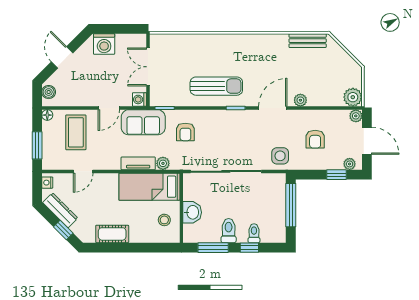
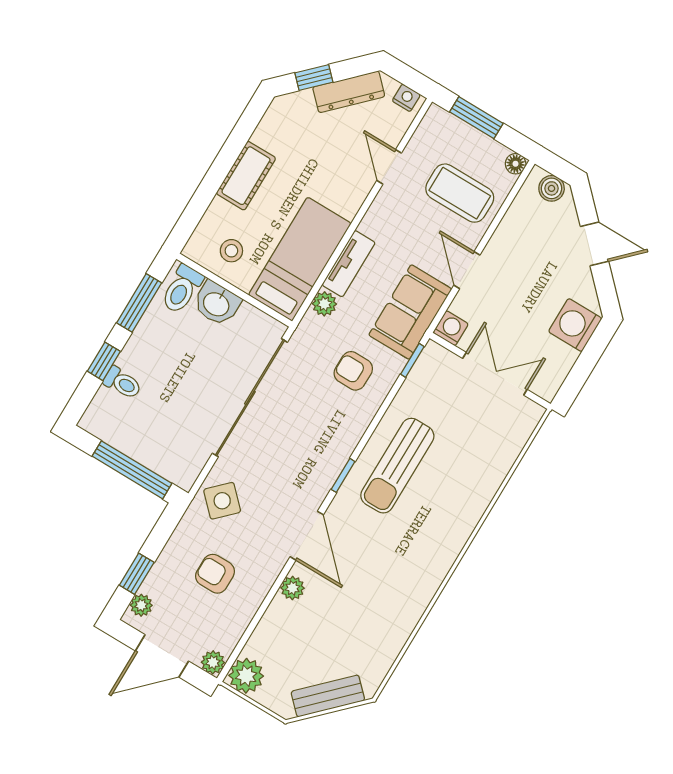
bench: (308, 41) -> (328, 696), moved, turned 45
side table: (280, 156) -> (222, 501), turned 45
toilet: (229, 231) -> (182, 289), moved, turned 90
cot: (112, 234) -> (246, 176), moved

